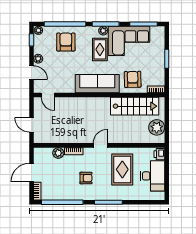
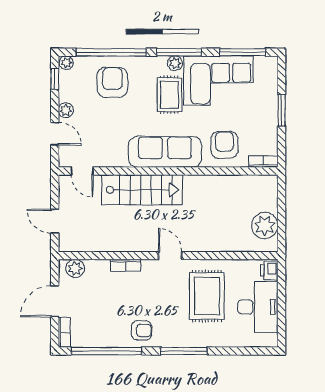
stairs: (135, 106) -> (142, 190), moved
door: (100, 145) -> (170, 256), hinge flipped
plant: (58, 153) -> (75, 268), moved
armchair: (86, 178) -> (142, 330), moved

